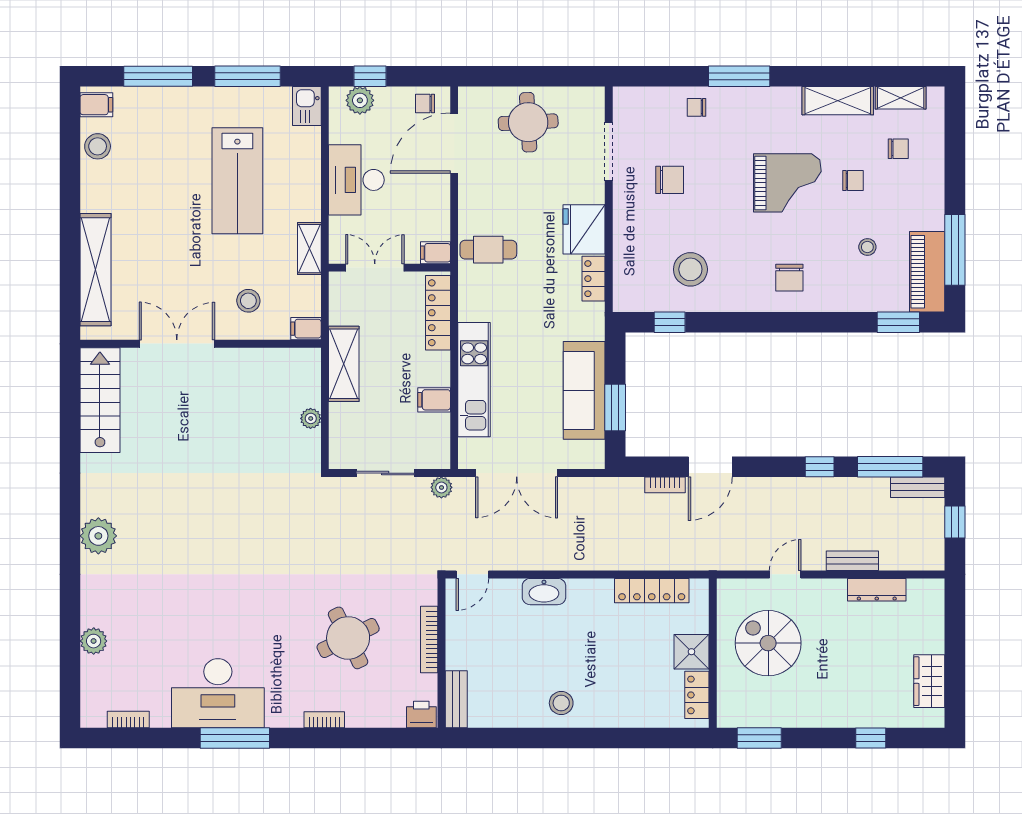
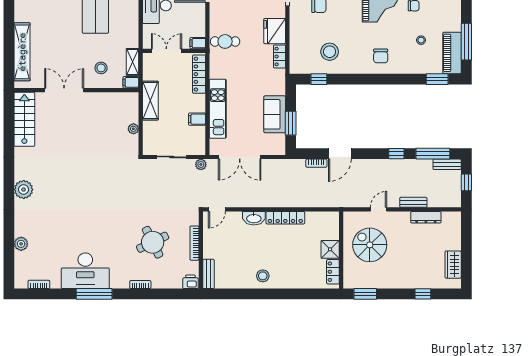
shelving: (309, 249) -> (133, 62), moved
sofa: (584, 390) -> (275, 114), width x0.73
locker: (652, 591) -> (285, 218), moved

